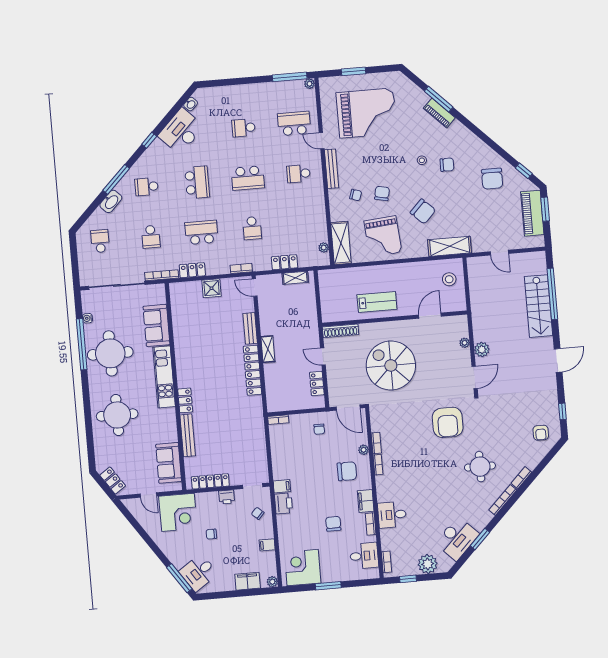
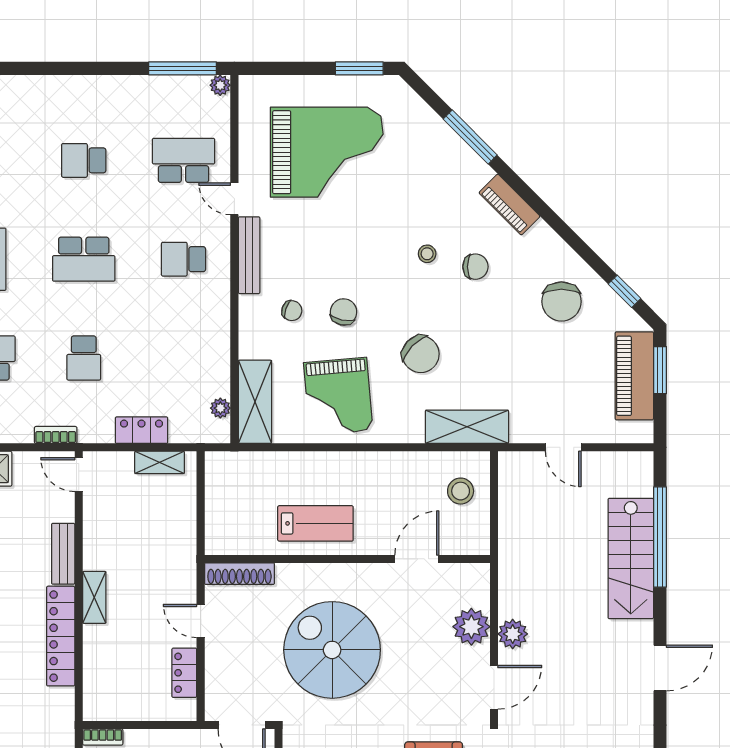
window: (353, 71) -> (359, 68), moved
piano: (439, 113) -> (509, 205), moved
plant: (465, 343) -> (471, 627), width x1.88, depth x1.88

